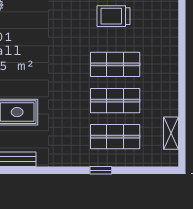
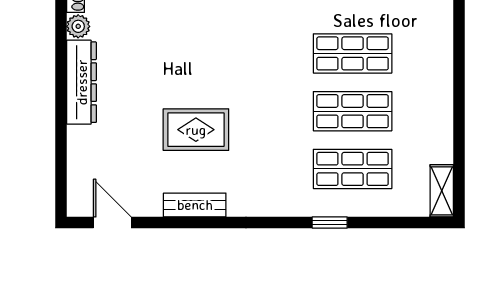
shelving: (171, 133) -> (442, 191), moved

